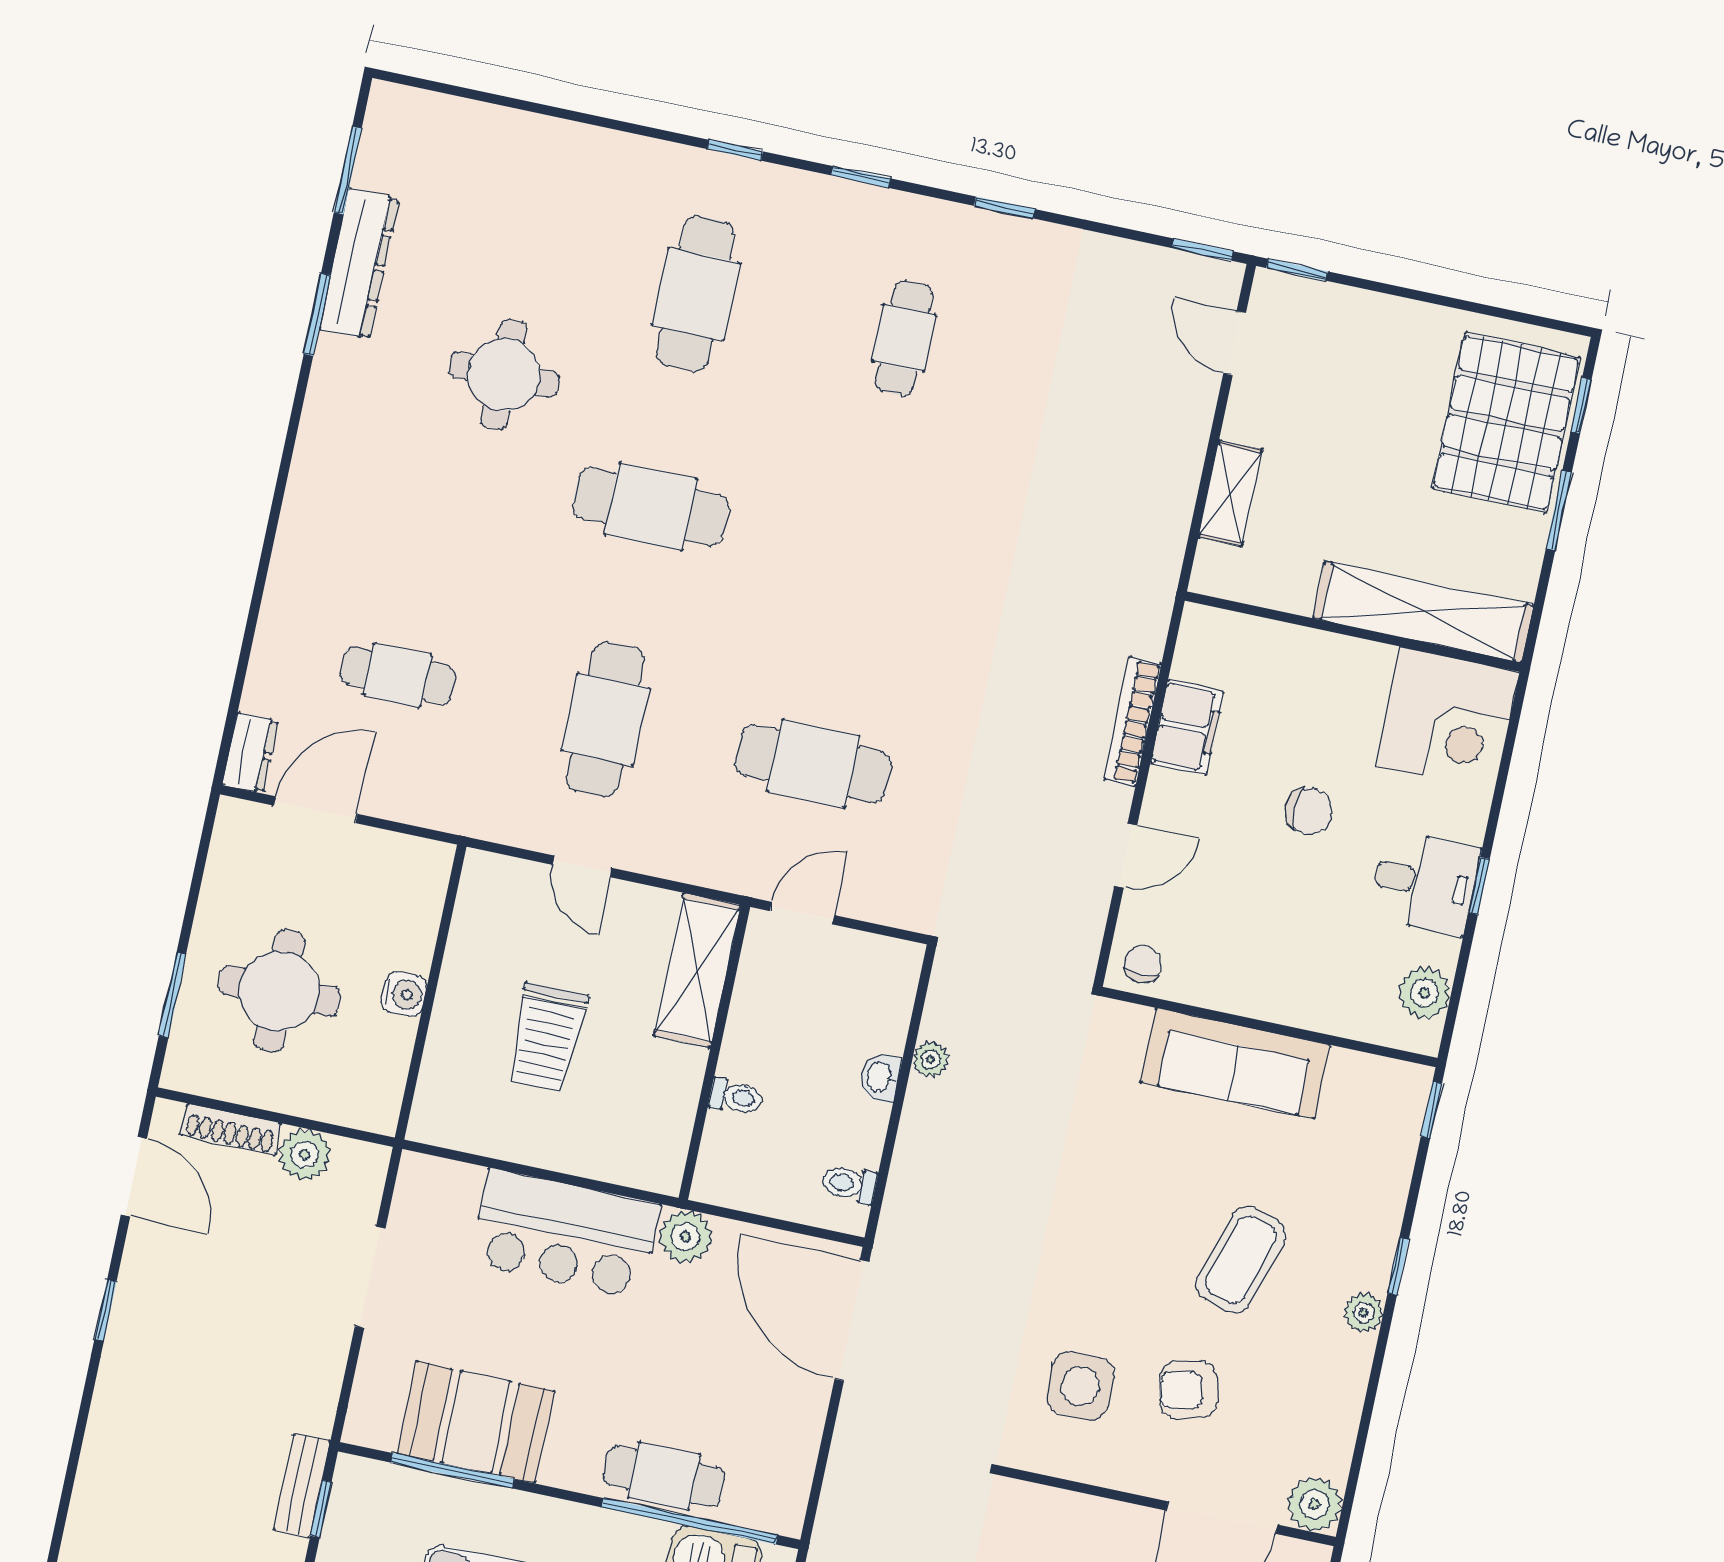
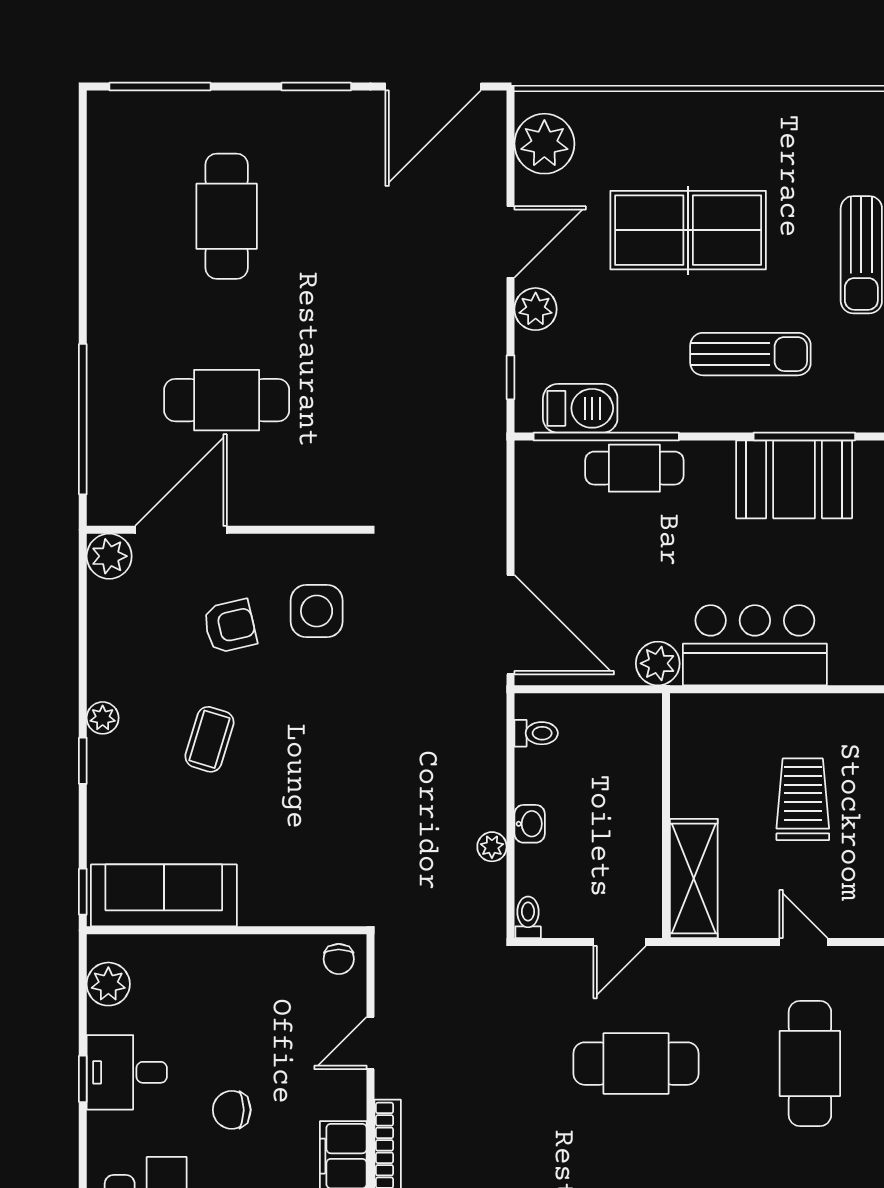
sofa: (1235, 1063) -> (164, 895), moved
toilet: (736, 1097) -> (528, 917), moved, turned 90
coffee table: (1241, 1260) -> (209, 739), width x0.73, depth x0.77

